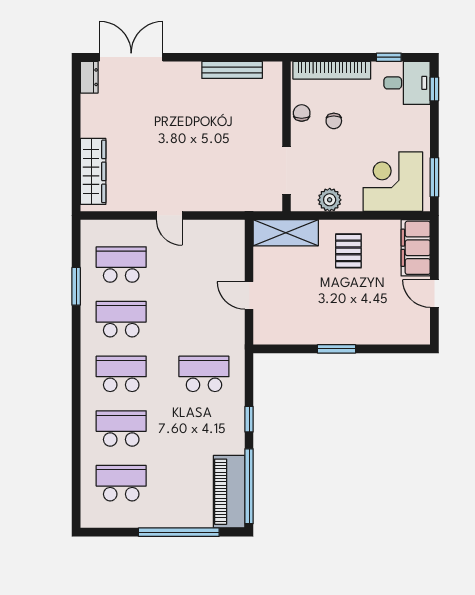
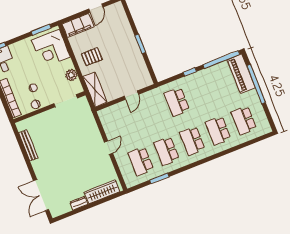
dresser: (89, 77) -> (79, 203), moved
piano: (229, 492) -> (241, 74), moved, turned 90

